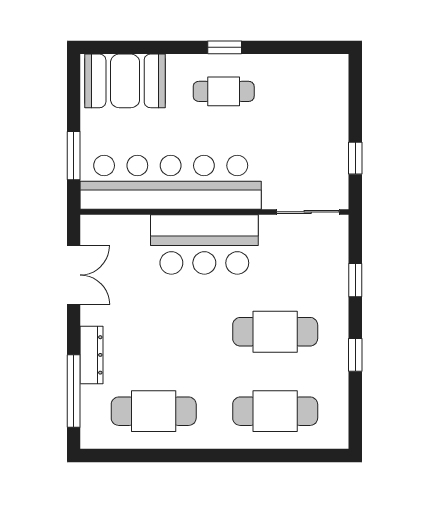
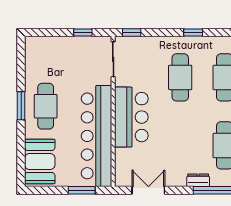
window: (225, 47) -> (21, 106), width x1.50
cafe table: (224, 91) -> (46, 106), width x1.37, depth x1.35
window: (355, 280) -> (132, 33), moved
dresser: (91, 355) -> (198, 180), width x0.70

